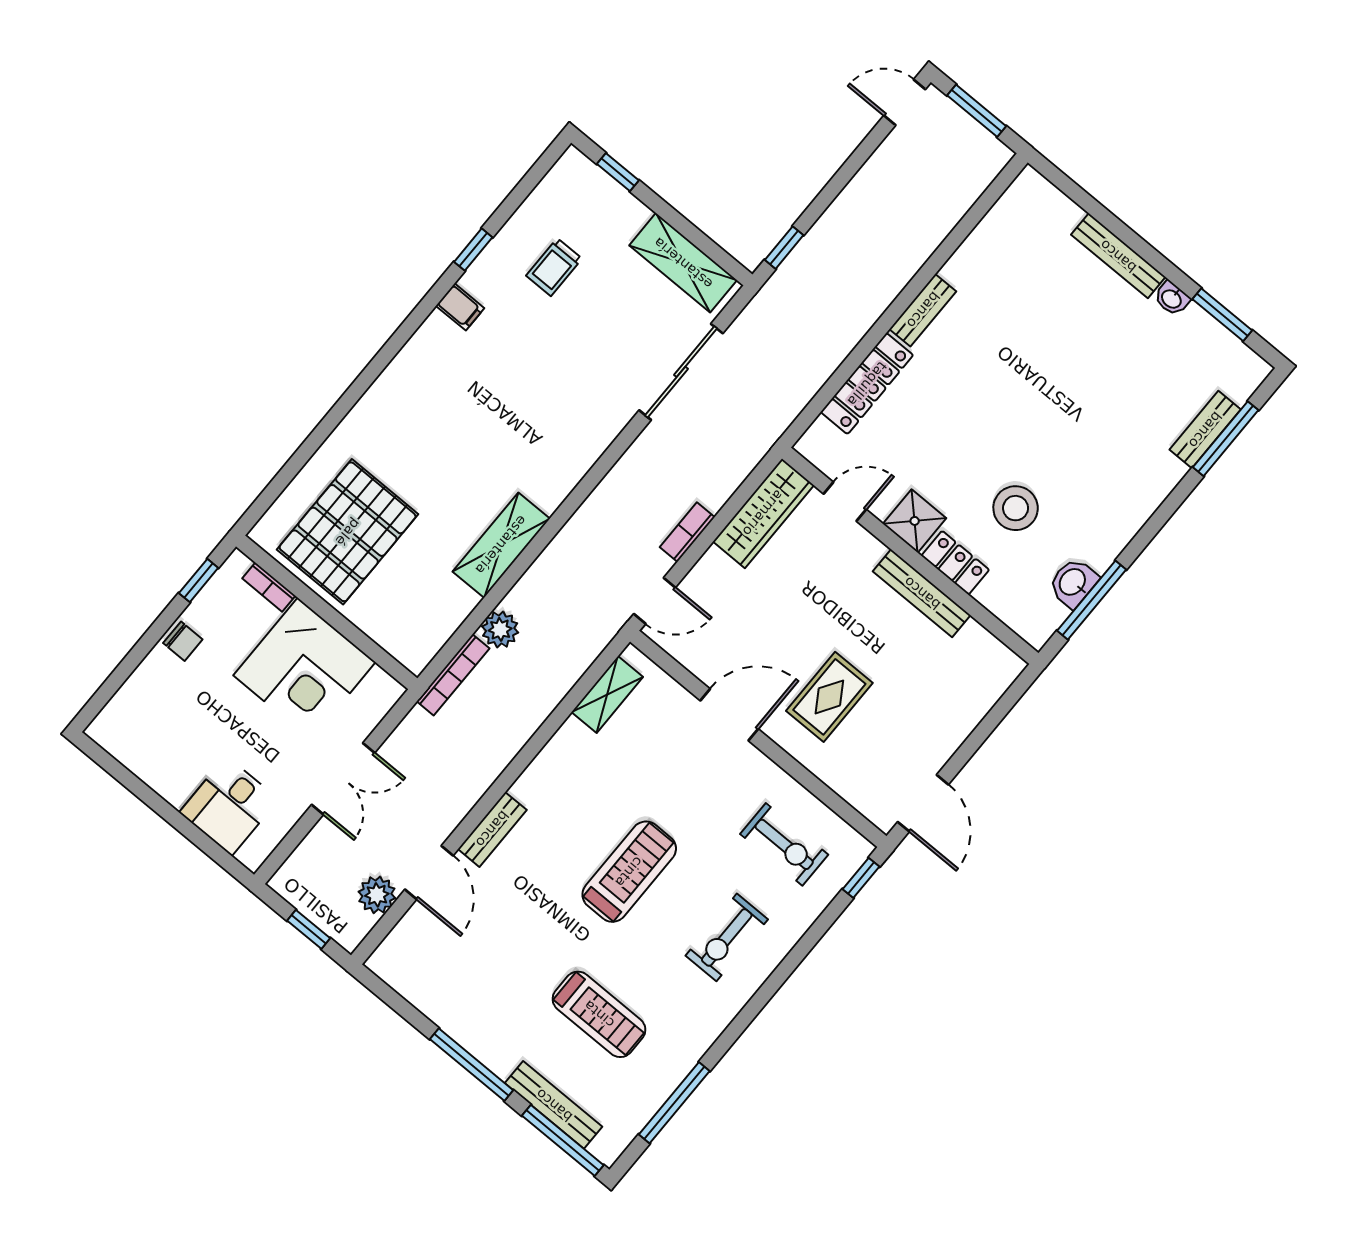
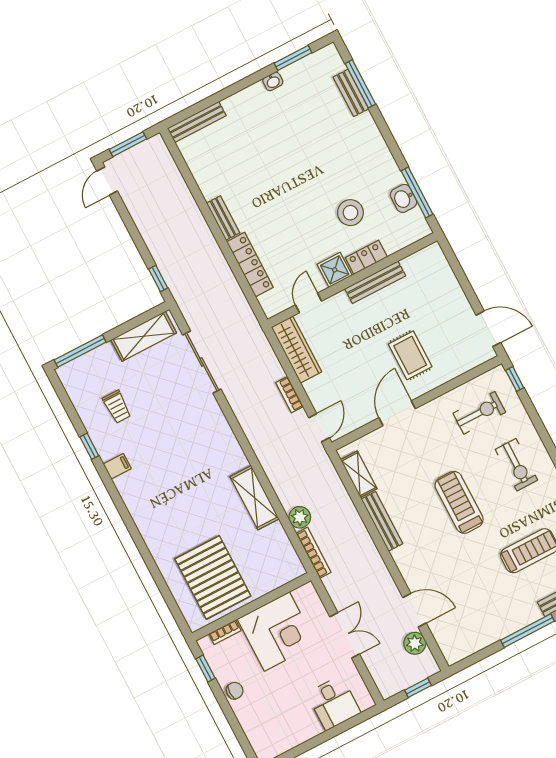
window: (618, 172) -> (80, 351), width x2.17
bench: (1118, 256) -> (197, 122), moved
bench: (492, 829) -> (382, 521), moved, width x1.36

